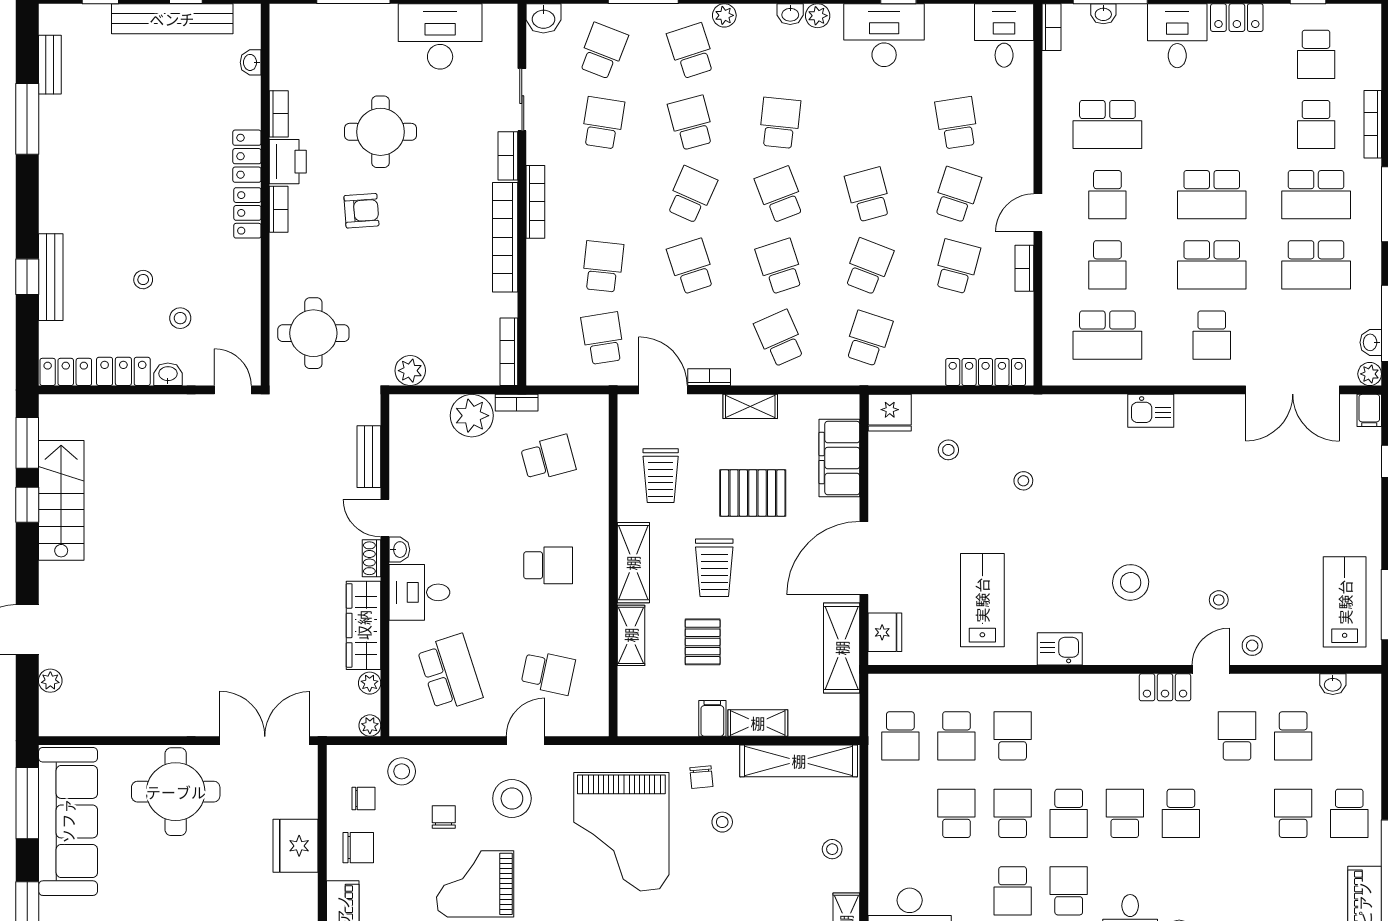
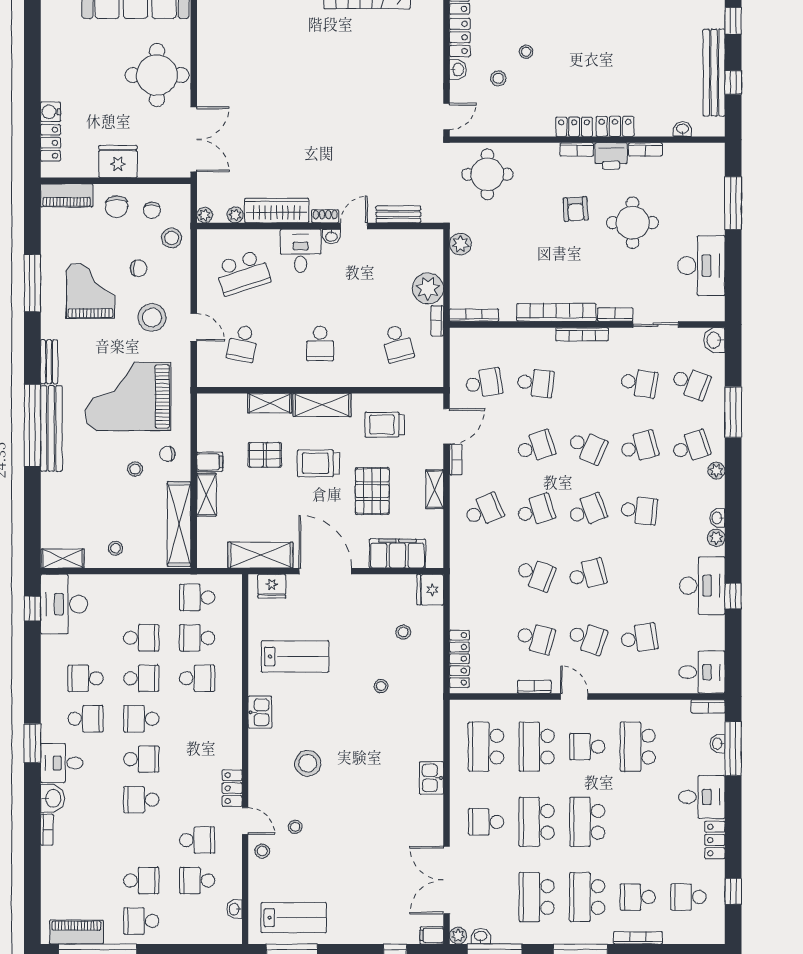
school desk: (1107, 265) -> (537, 747), width x1.85
school desk: (868, 338) -> (484, 574), removed

